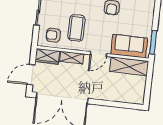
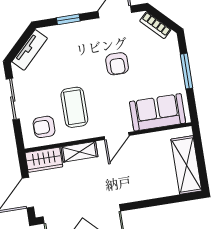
window: (153, 42) -> (186, 71), moved
shelving: (129, 66) -> (186, 165), moved, turned 90

